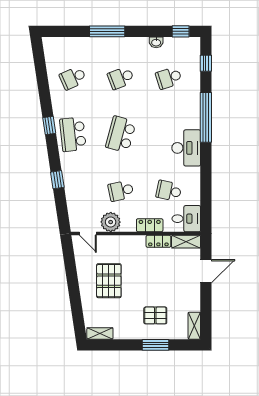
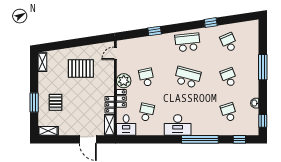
window: (49, 125) -> (211, 23), moved
plant: (111, 222) -> (124, 81), moved

